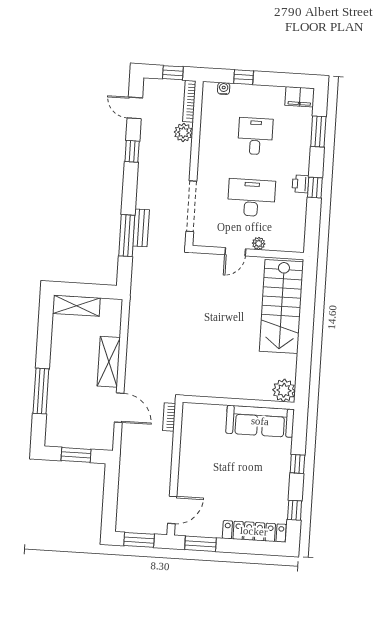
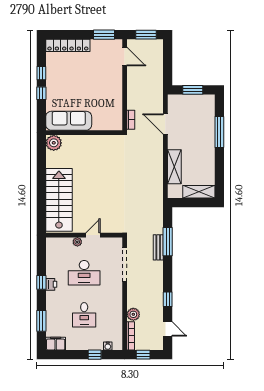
shelving: (109, 362) -> (174, 167), moved
door: (172, 510) -> (125, 57), swing flipped
window: (295, 510) -> (41, 73), moved

